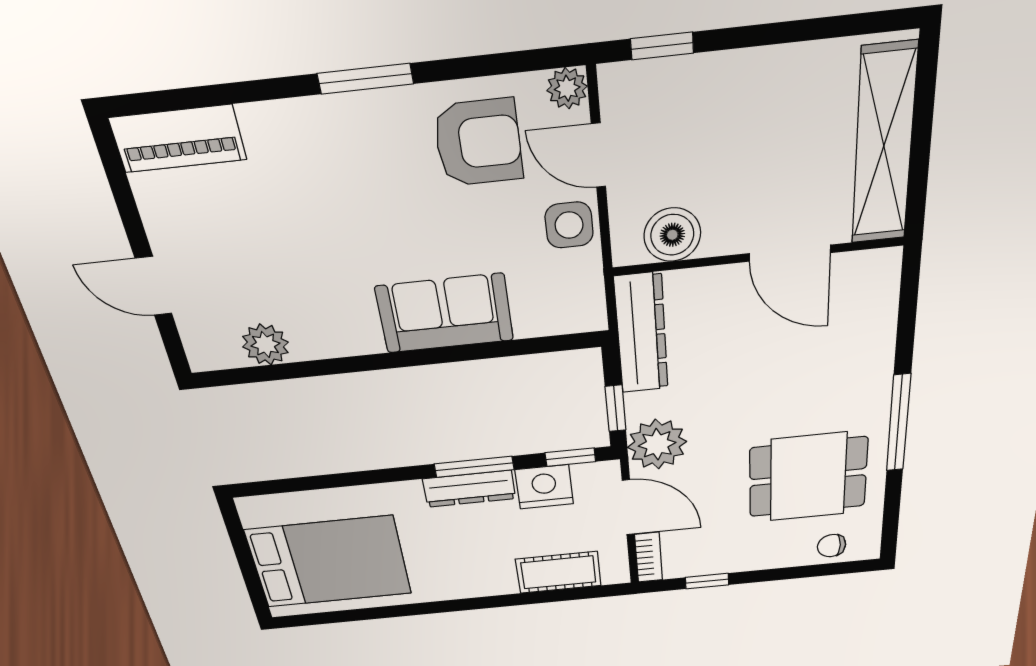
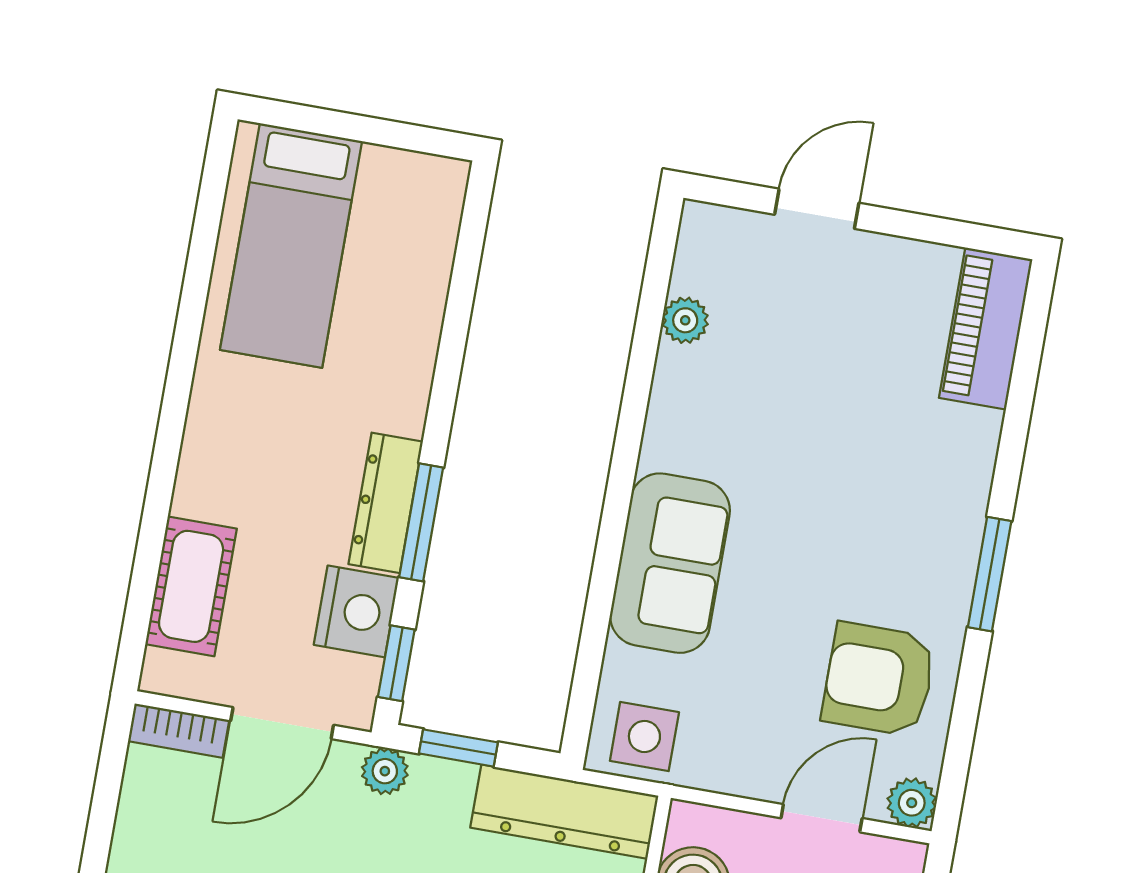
armchair: (478, 143) -> (879, 679), turned 90
side table: (569, 225) -> (644, 736), moved
plant: (265, 345) -> (685, 320), width x0.73, depth x0.73
plant: (657, 444) -> (385, 771), width x0.53, depth x0.53
bed: (329, 562) -> (291, 246), width x0.67
window: (707, 581) -> (104, 809), removed

